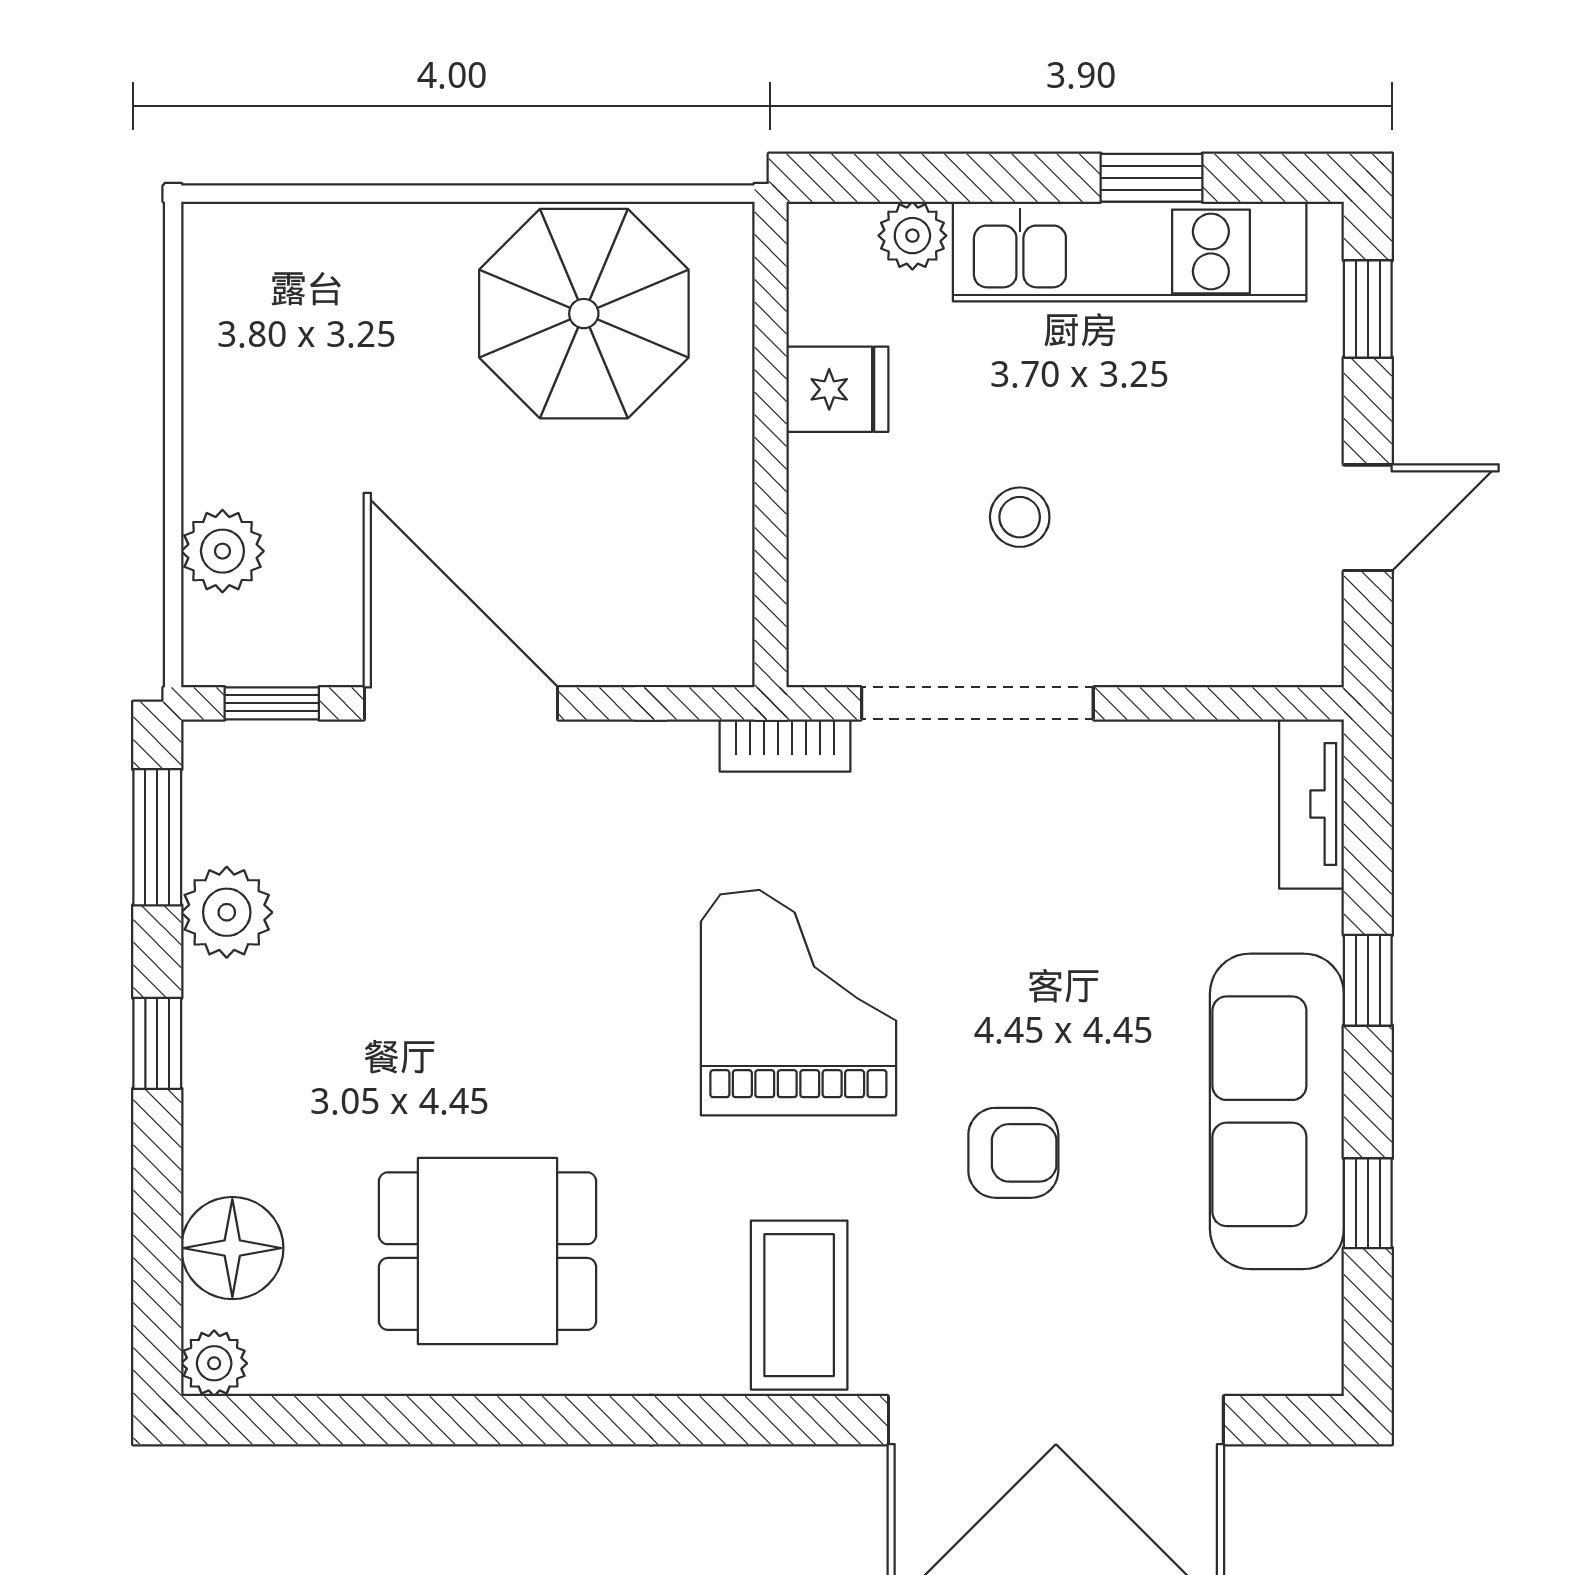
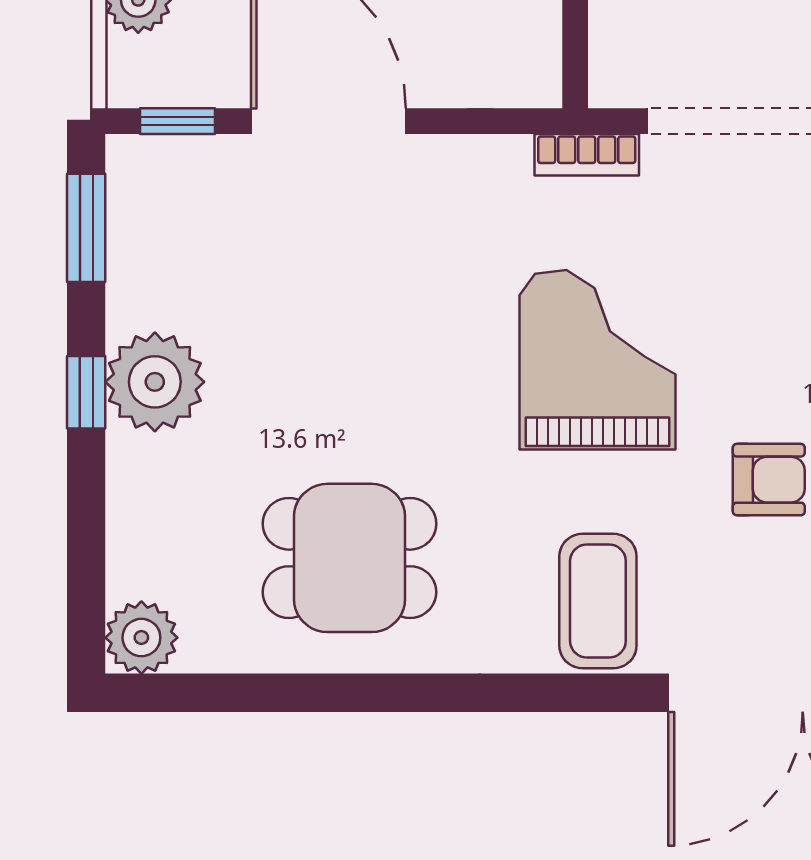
plant: (227, 912) -> (155, 382), moved, width x1.36, depth x1.36
floor lamp: (232, 1248) -> (146, 555), removed
plant: (214, 1363) -> (141, 638), width x1.38, depth x1.38

